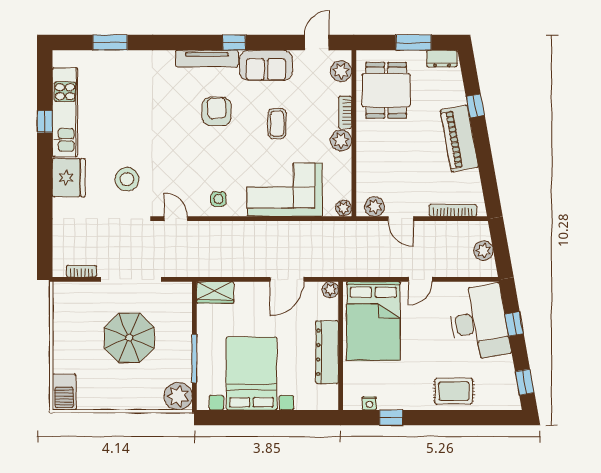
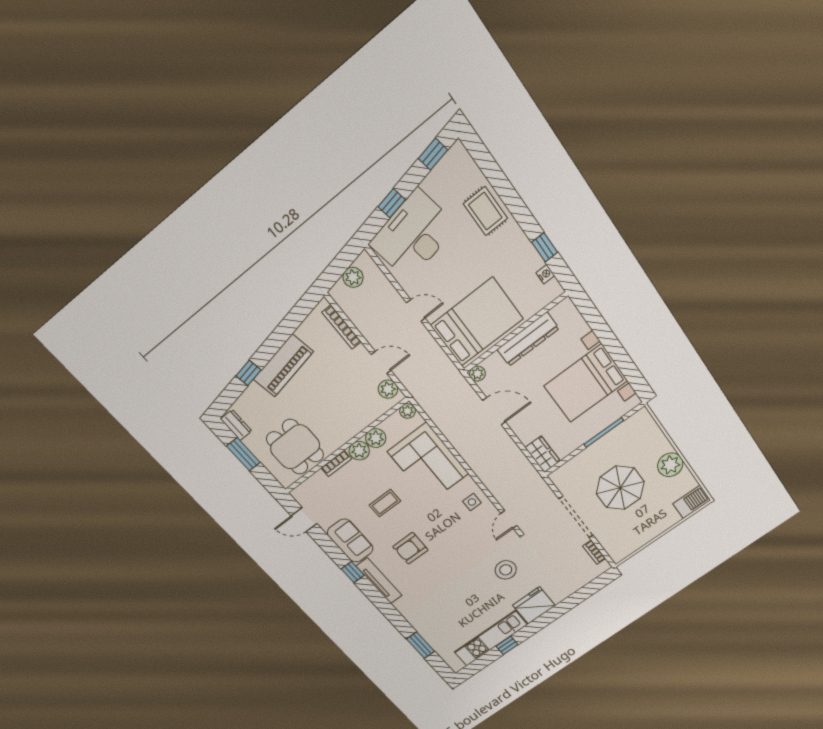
plant: (341, 71) -> (376, 438), moved
dining table: (386, 90) -> (295, 447), turned 90
door: (401, 219) -> (381, 362), hinge flipped
plant: (178, 396) -> (670, 465), moved

